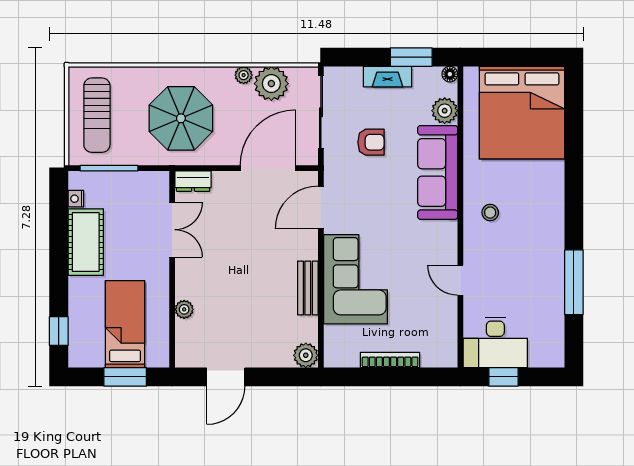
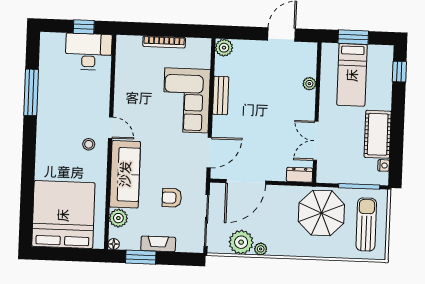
parasol: (181, 118) -> (321, 213), moved
door: (460, 280) -> (111, 128), moved

